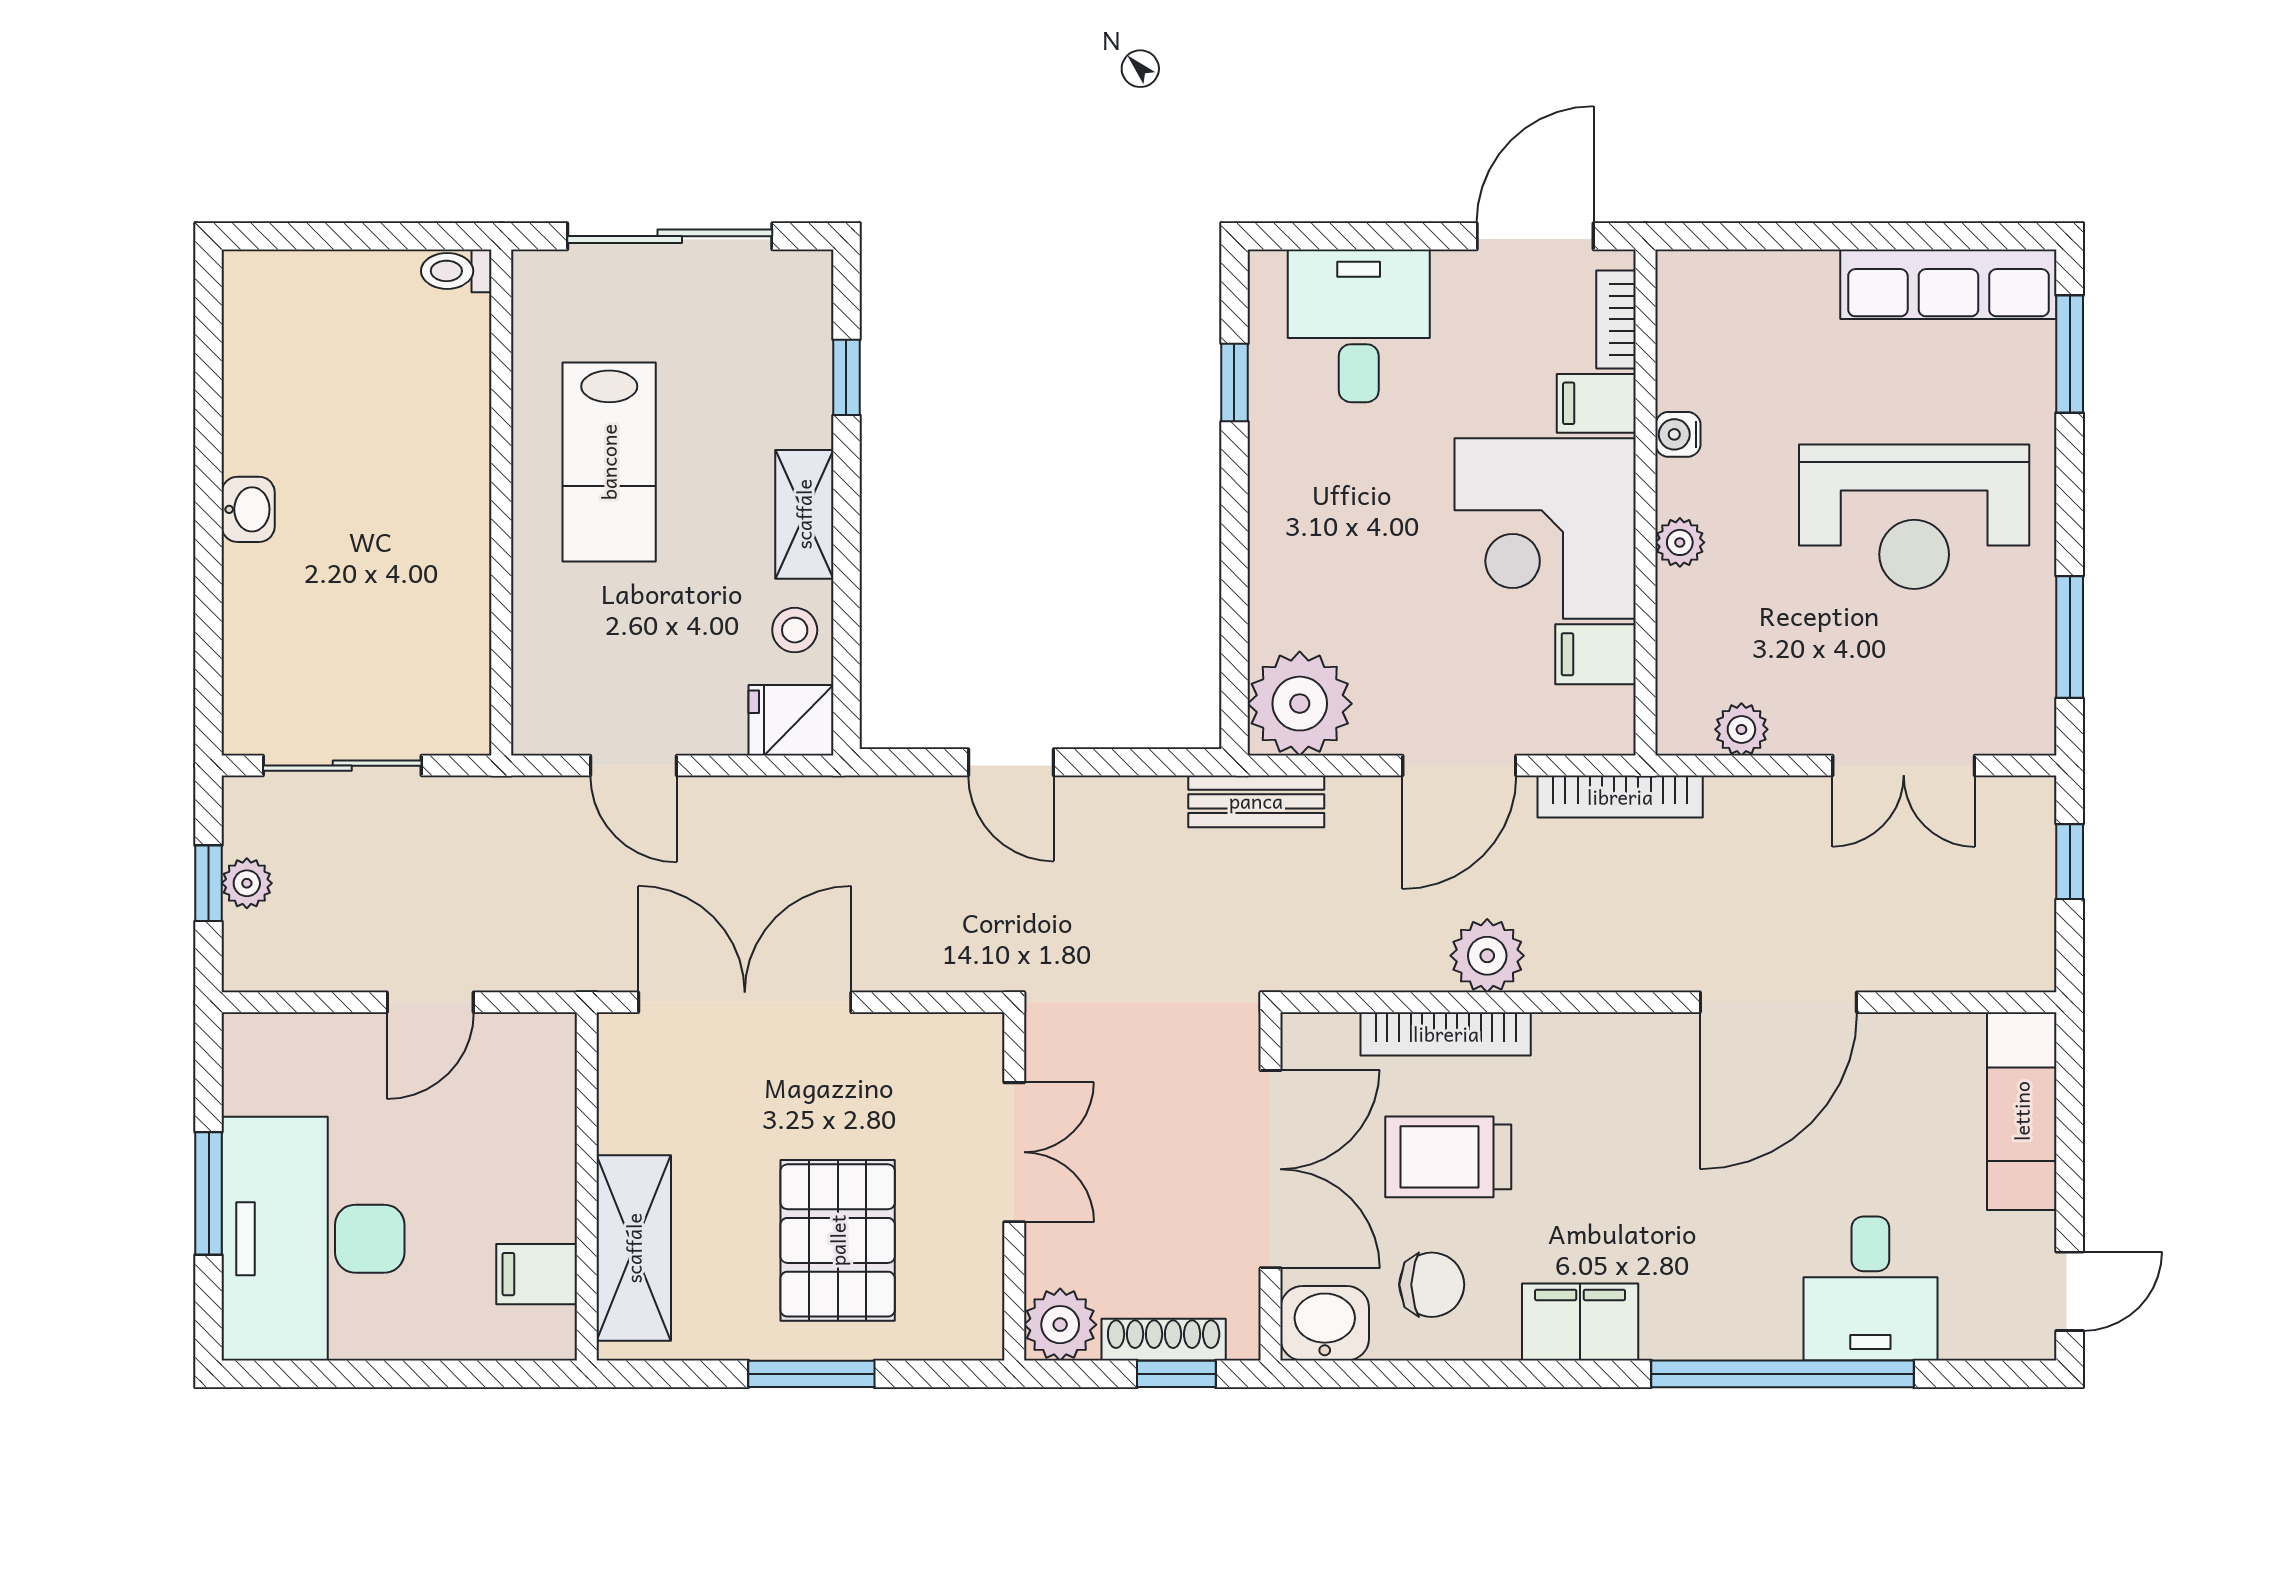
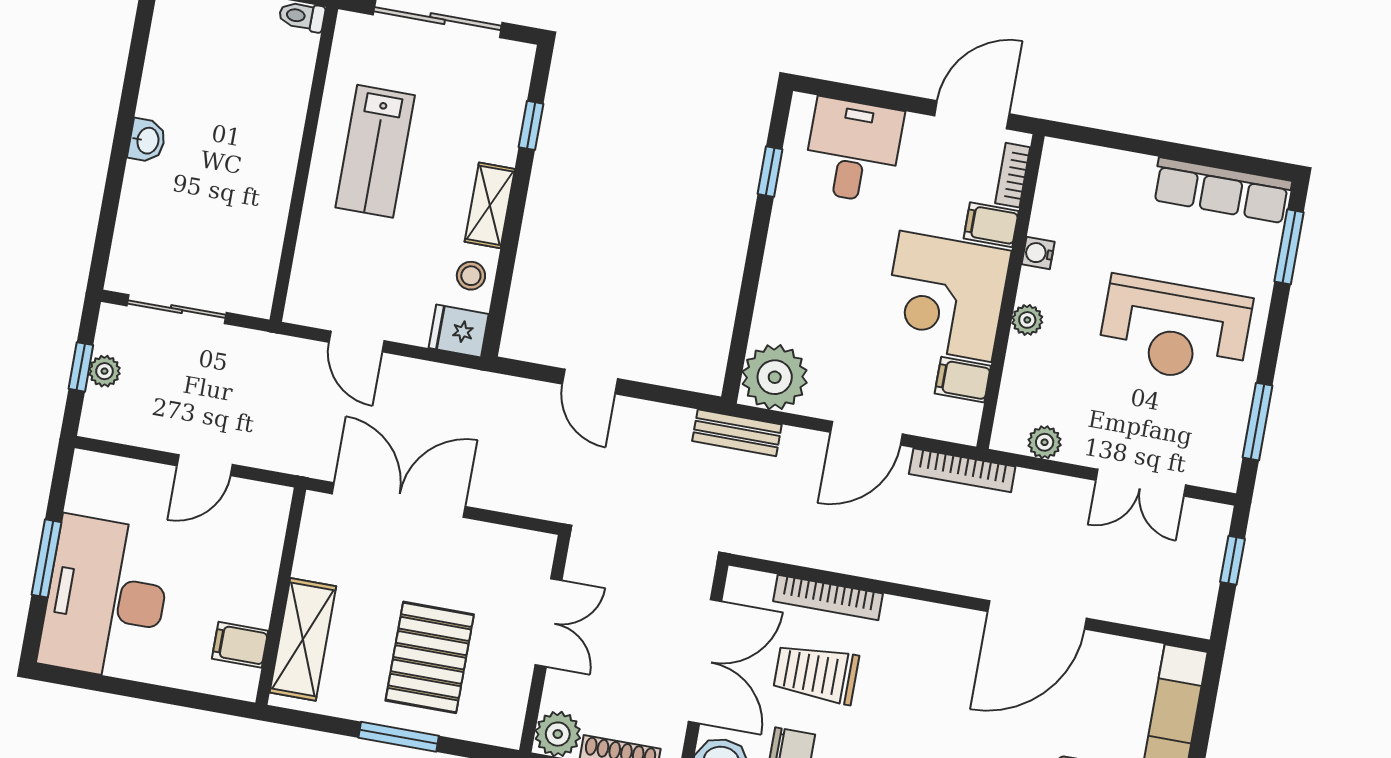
plant: (1487, 956) -> (862, 554), removed

